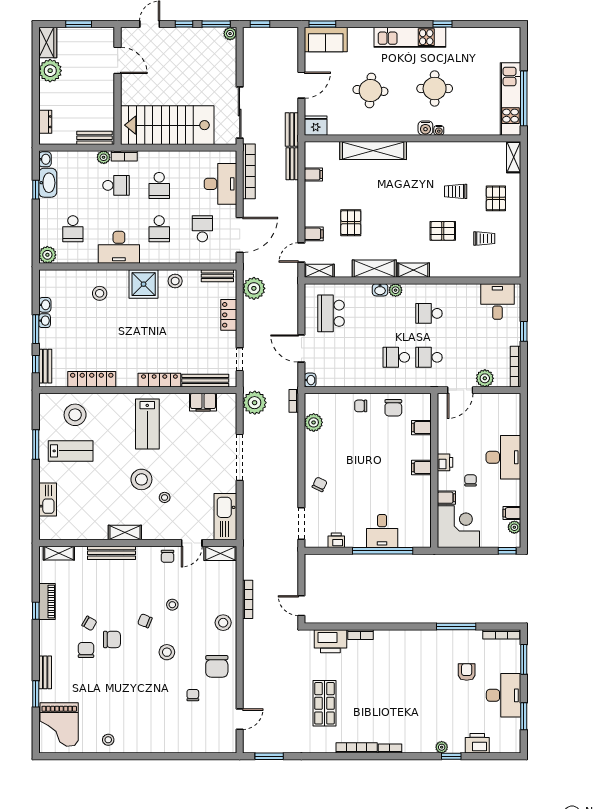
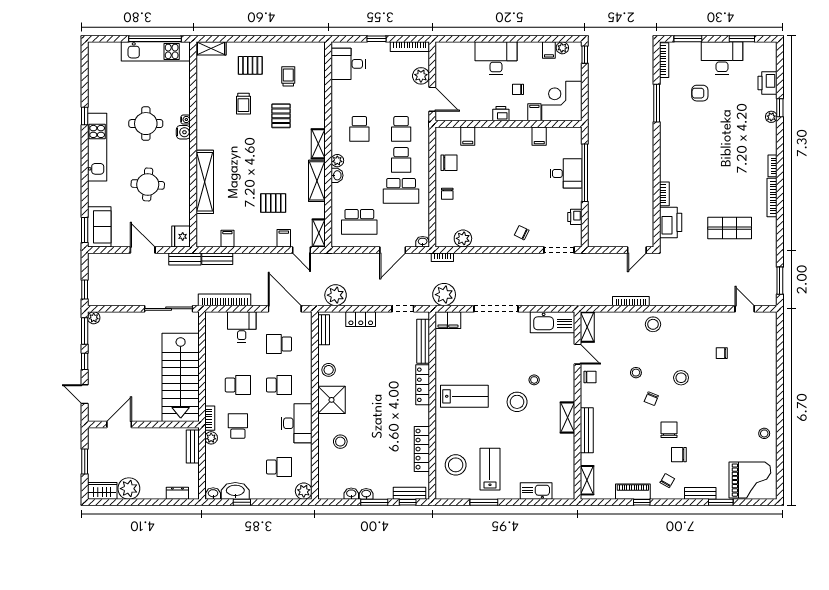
desk: (220, 184) -> (242, 327), width x0.73
school desk: (364, 357) -> (401, 191), added
filing cabinet: (203, 402) -> (448, 320), moved, turned 90
filing cabinet: (421, 468) -> (539, 136), moved
chair: (89, 623) -> (667, 481), moved
chair: (217, 666) -> (694, 330), removed

